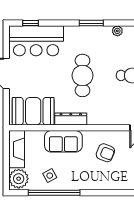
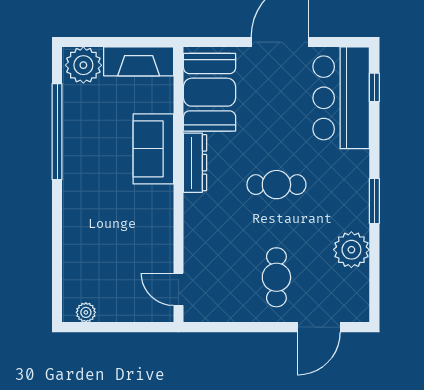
plant: (117, 31) -> (351, 250), width x1.88, depth x1.88
cafe table: (82, 75) -> (276, 185), width x0.73, depth x0.74
armchair: (105, 153) -> (132, 227), removed
side table: (50, 176) -> (89, 123), removed

